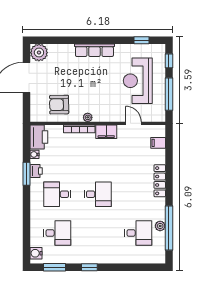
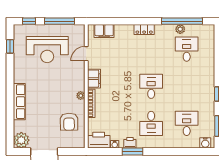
row of seats: (94, 50) -> (19, 102), moved
filing cabinet: (158, 143) -> (104, 31), width x2.00
locker: (160, 181) -> (144, 30), width x0.66

